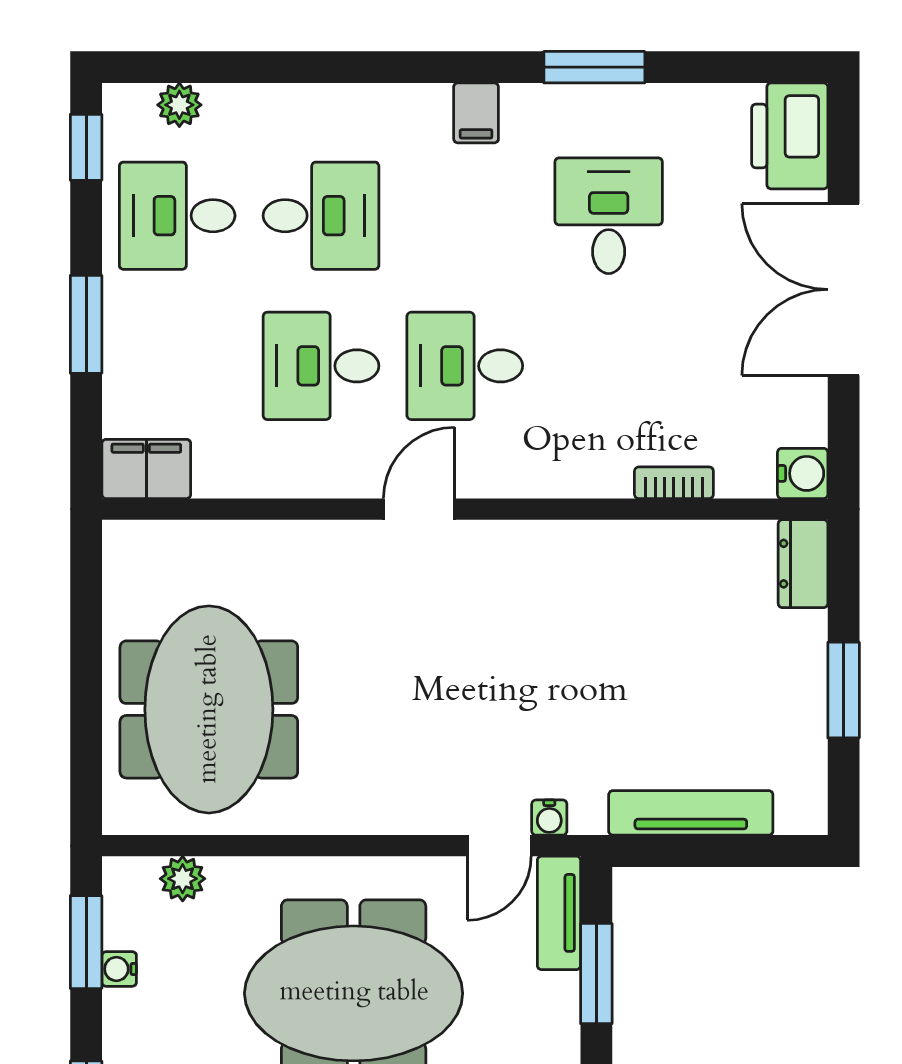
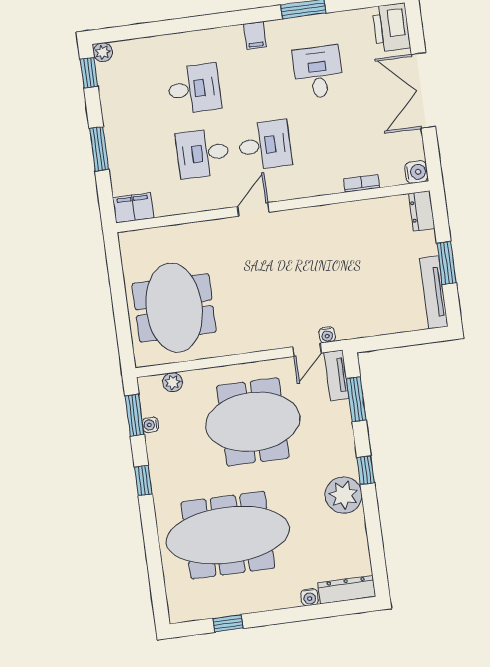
plant: (179, 105) -> (103, 52), moved
desk: (177, 216) -> (132, 97), removed
desk: (465, 366) -> (265, 145), turned 180
tv unit: (691, 813) -> (434, 292), moved, turned -90

